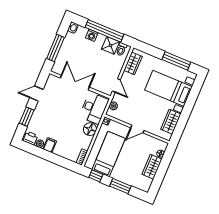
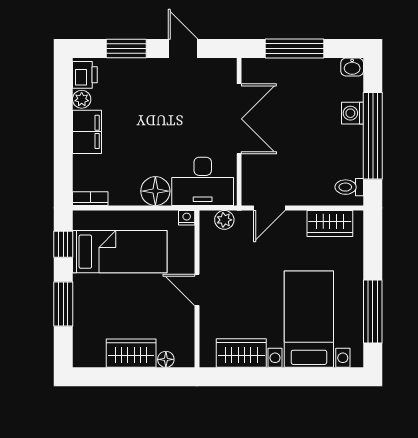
shower: (110, 45) -> (348, 161), removed
filing cabinet: (50, 145) -> (87, 132), width x2.00

